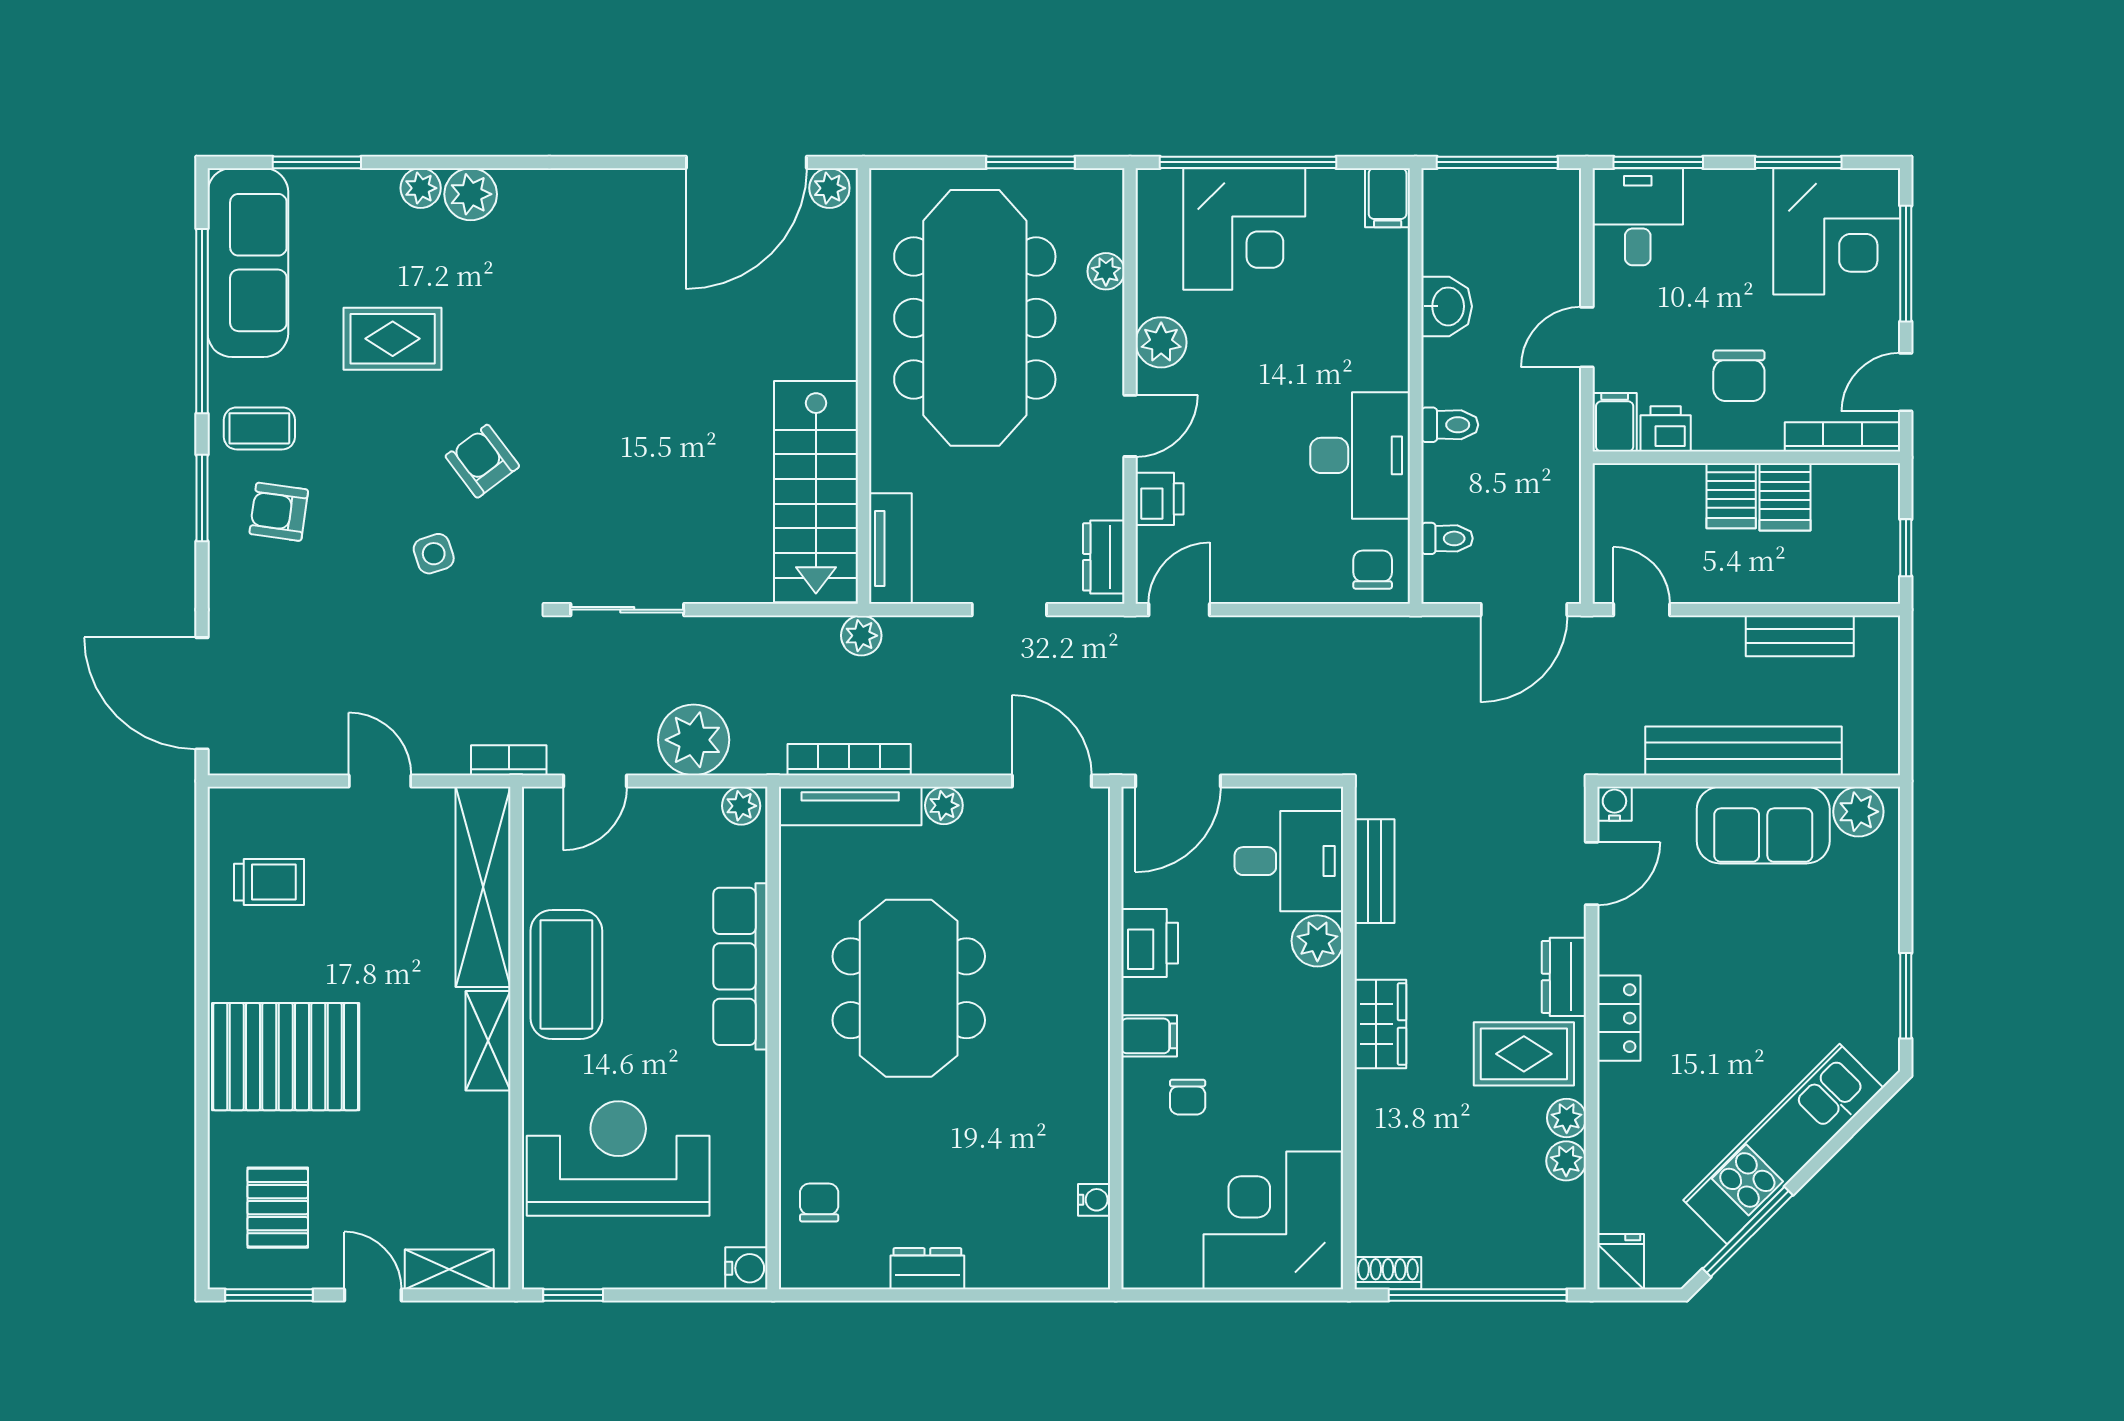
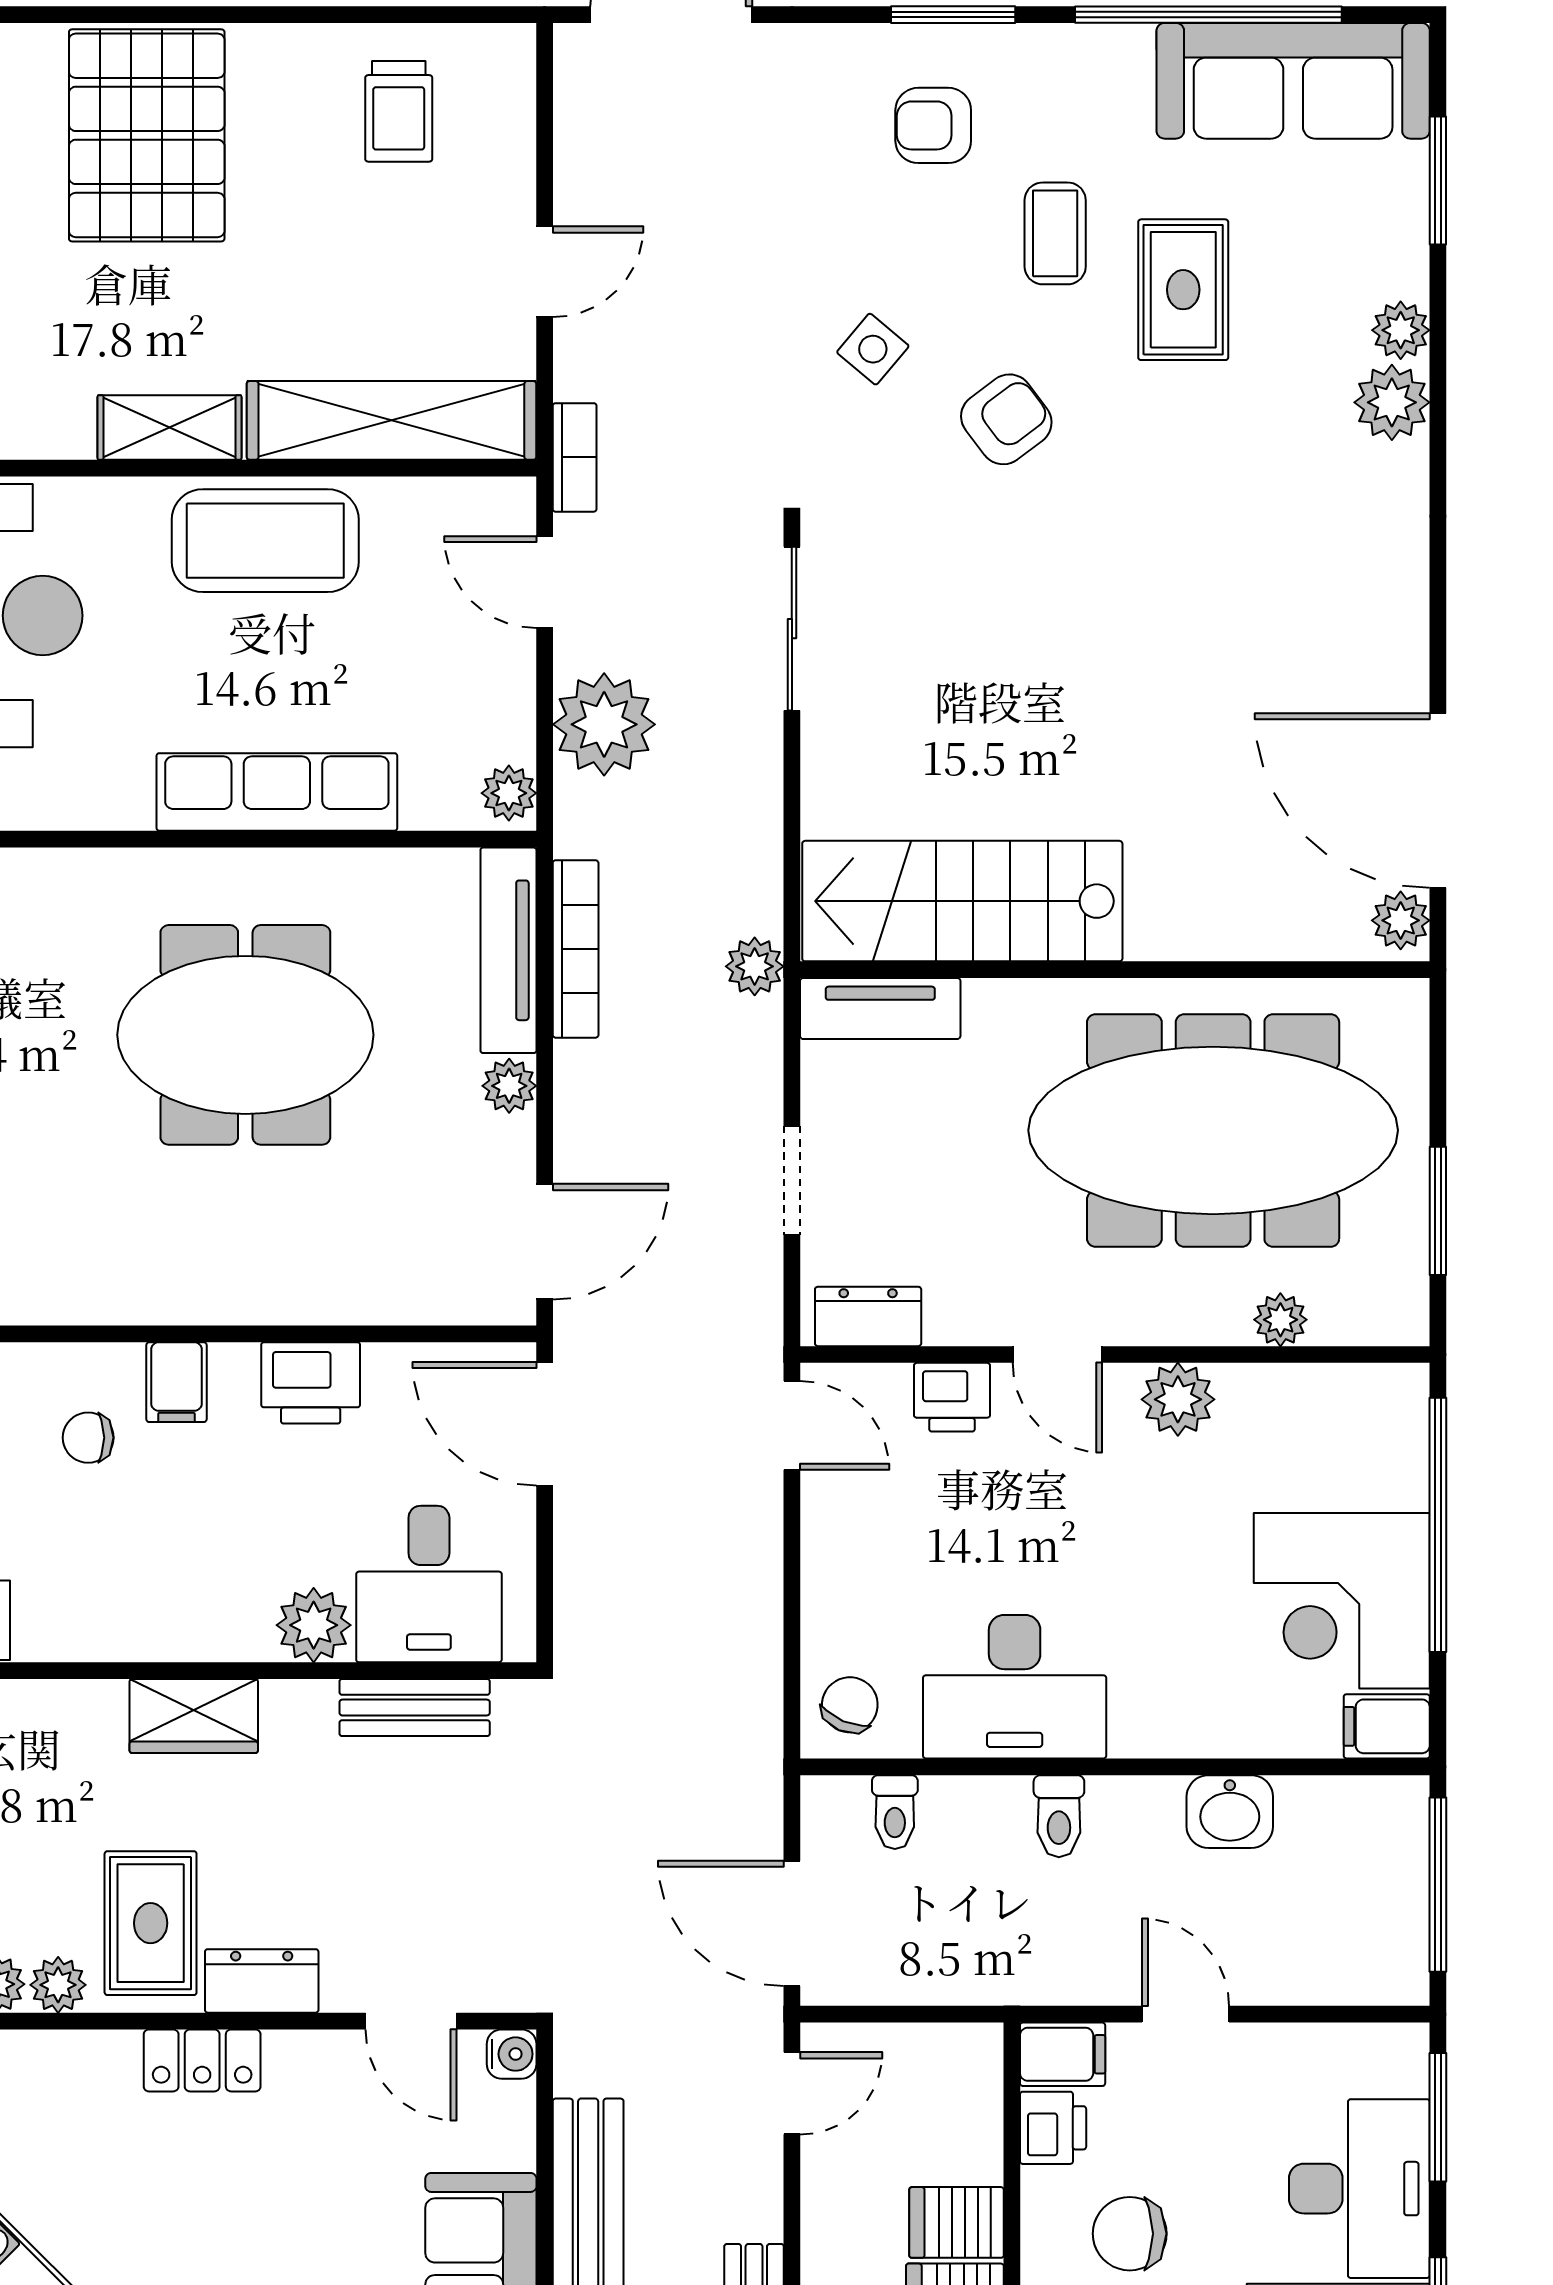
desk: (1638, 217) -> (1359, 2189), moved, width x1.37
corner desk: (1244, 229) -> (1342, 1601), moved
coffee table: (259, 428) -> (1055, 233), moved
armchair: (279, 512) -> (933, 125), turned -98
side table: (434, 554) -> (873, 349), turned -32
chair: (1373, 570) -> (850, 1705), turned -67

